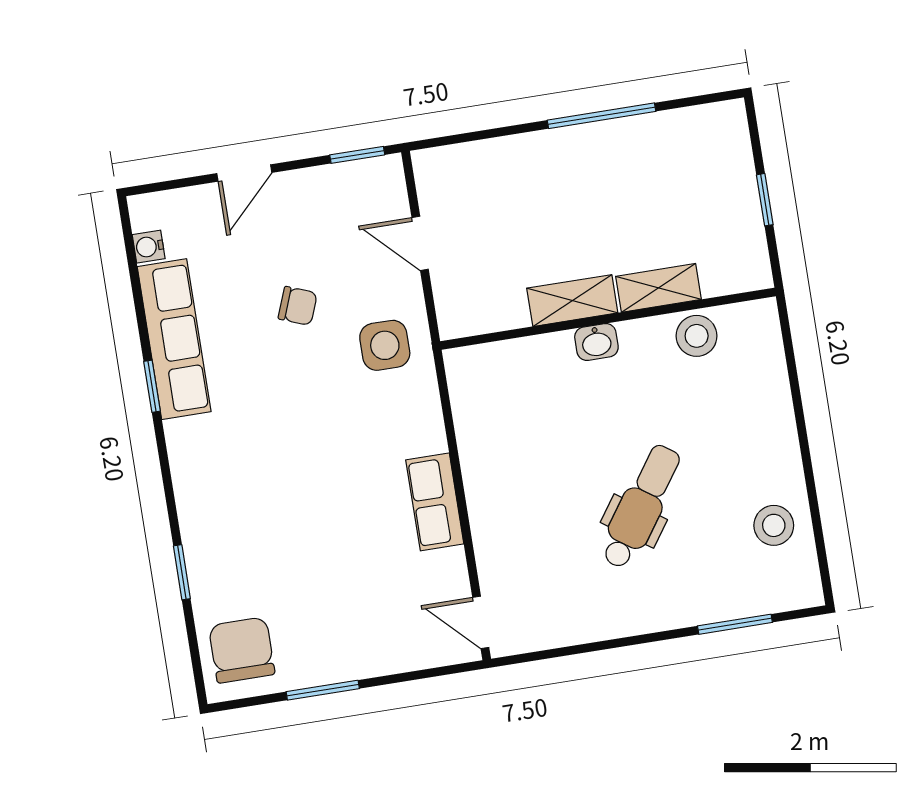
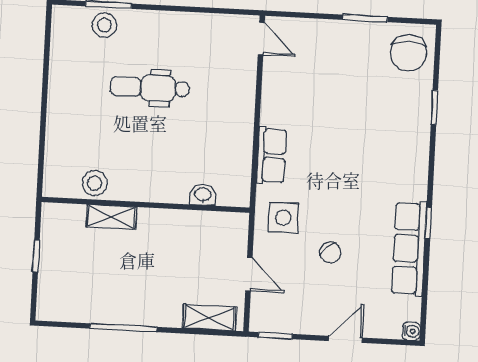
water cooler: (149, 247) -> (411, 331), moved
shelving: (572, 301) -> (209, 318), moved
chair: (298, 306) -> (331, 253), turned -152
washbasin: (596, 342) -> (203, 195), moved
row of seats: (435, 502) -> (271, 156), moved
dental chair: (641, 507) -> (150, 88), turned 55
stool: (774, 525) -> (104, 25), moved

